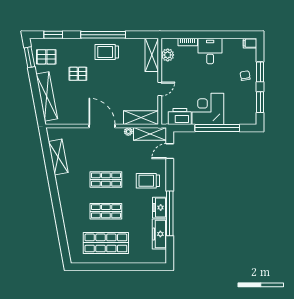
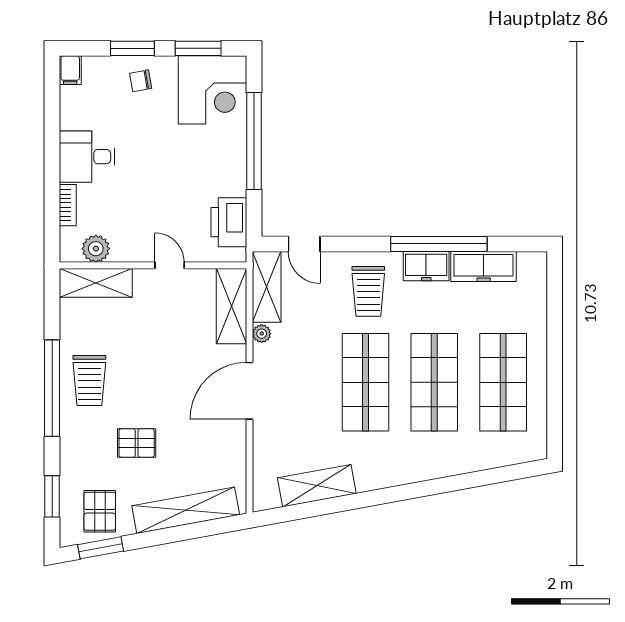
pallet: (78, 74) -> (137, 443), turned 90
corner desk: (208, 109) -> (212, 90), moved, turned -90
shop shelf: (106, 179) -> (365, 382), width x1.43, depth x1.36
shop shelf: (106, 211) -> (434, 382), width x1.43, depth x1.36

